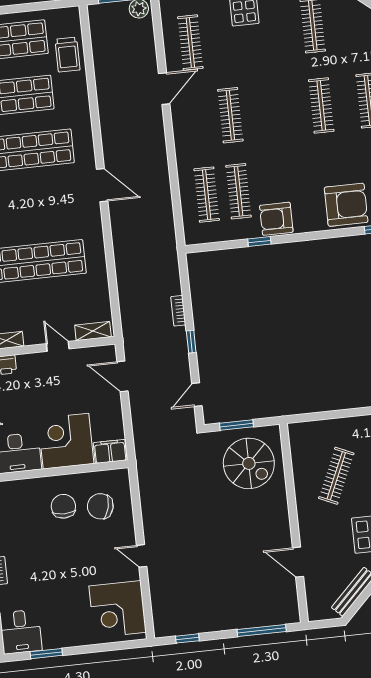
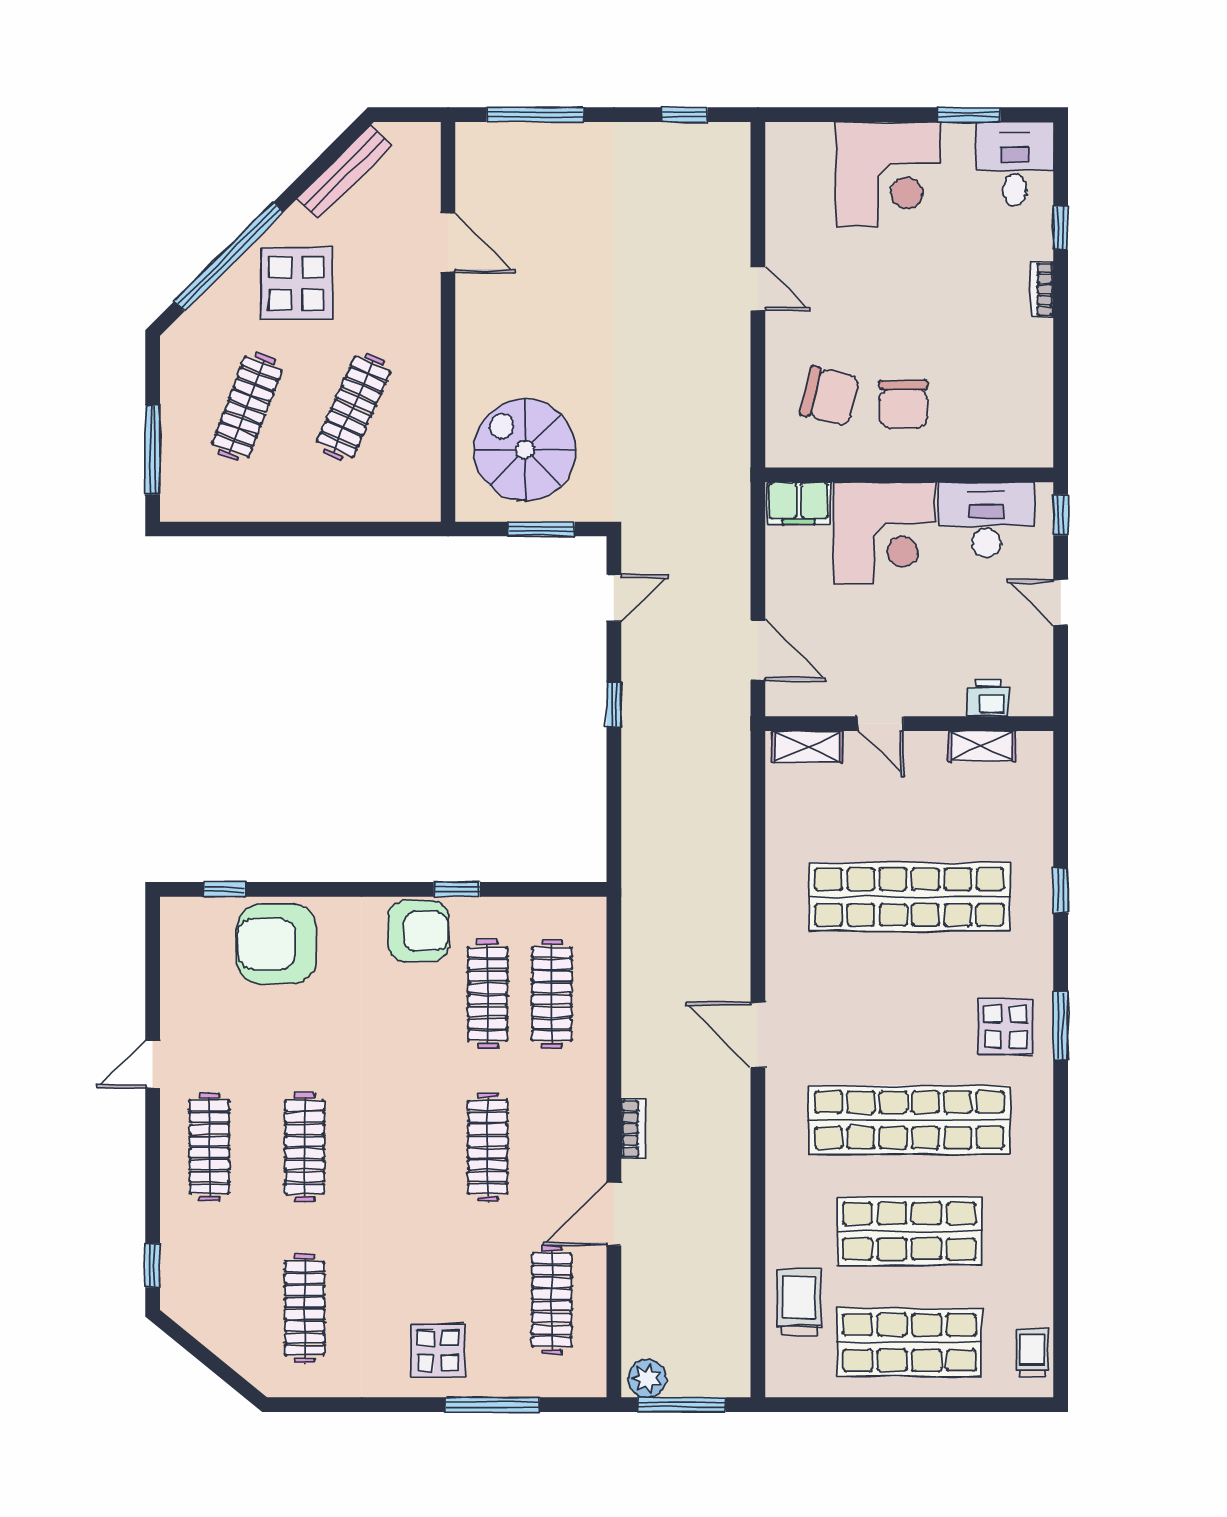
bookcase: (178, 311) -> (633, 1129), moved
corner desk: (118, 609) -> (888, 174), moved, turned 90

